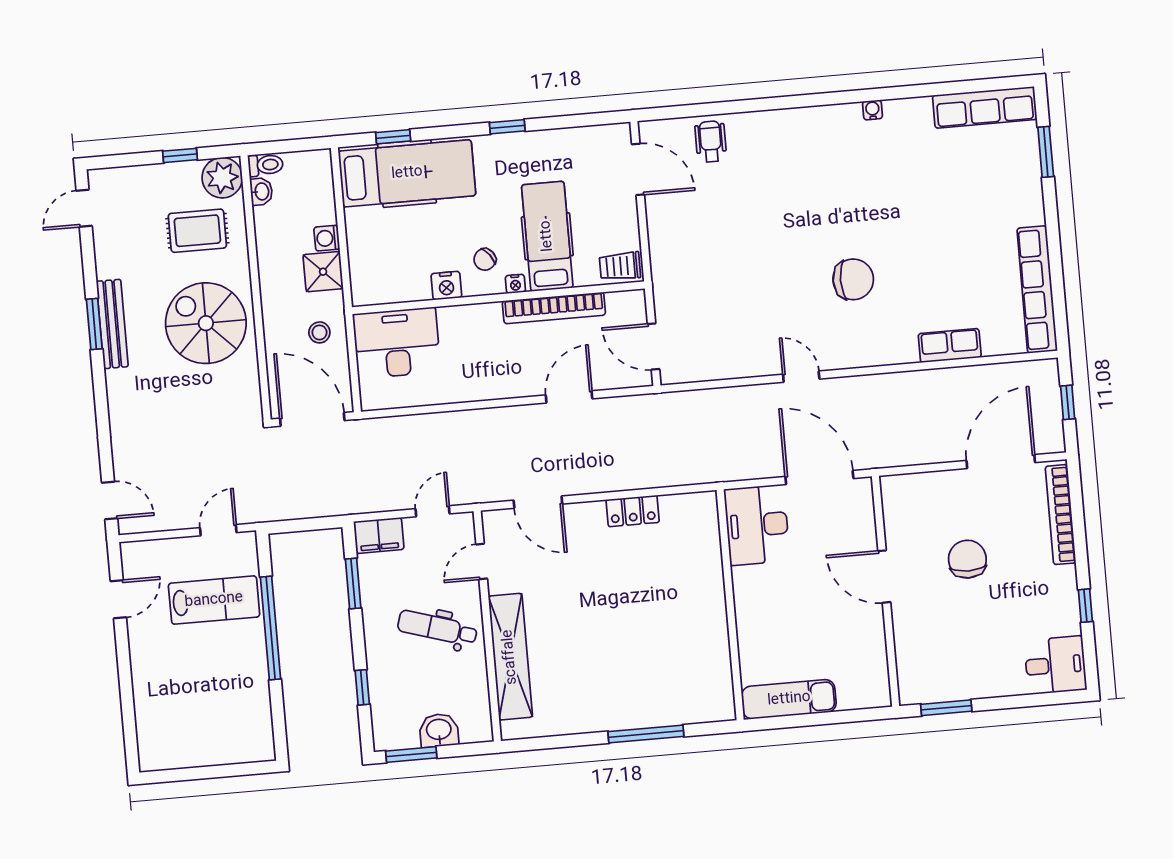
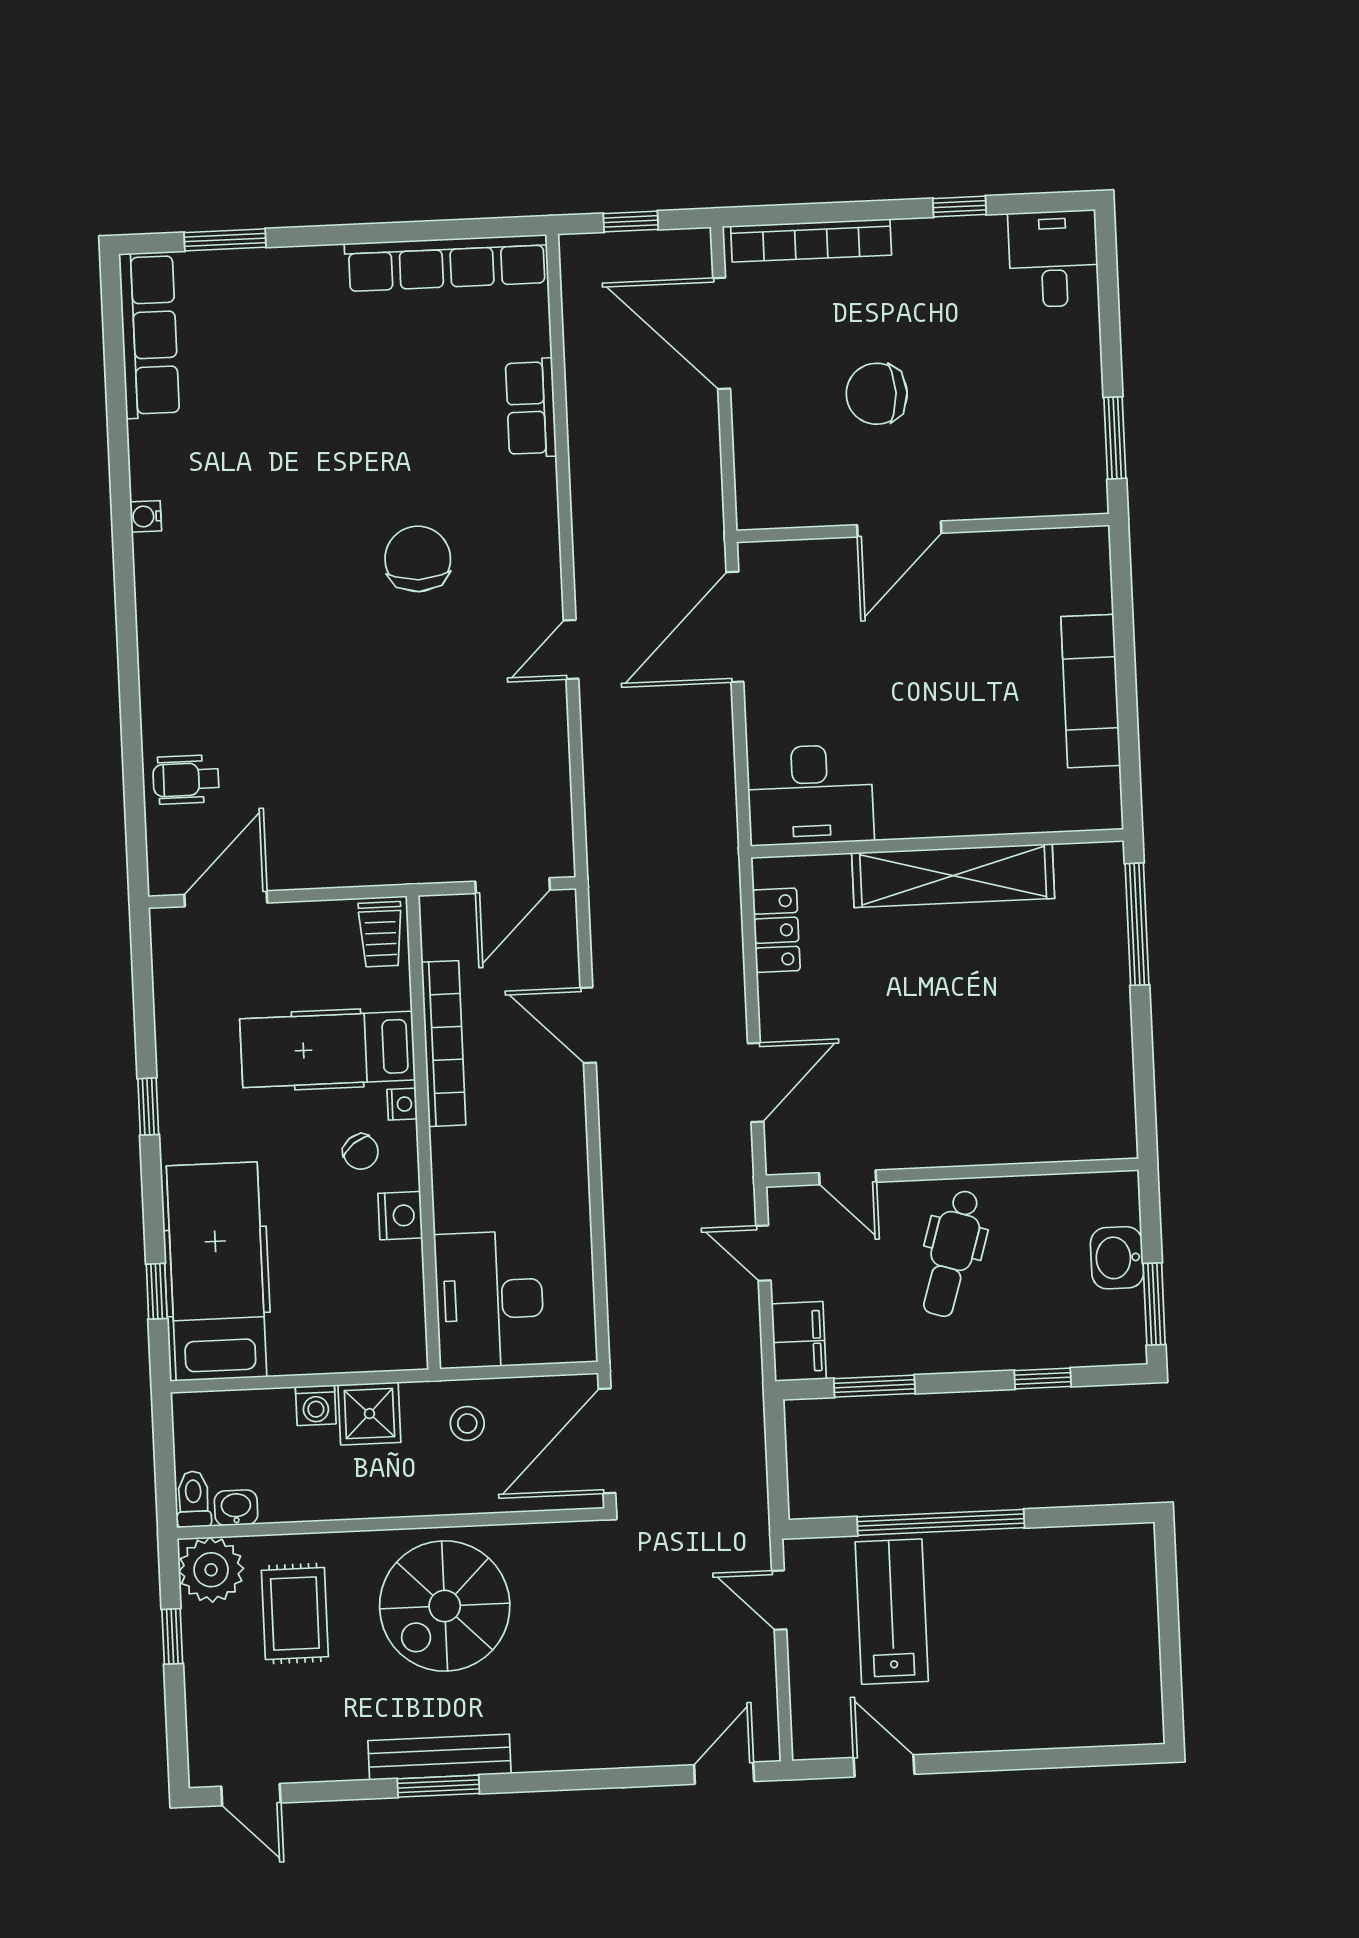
desk: (757, 525) -> (810, 795), moved
wall: (730, 605) -> (937, 843), moved
shelving: (510, 657) -> (953, 876), moved

